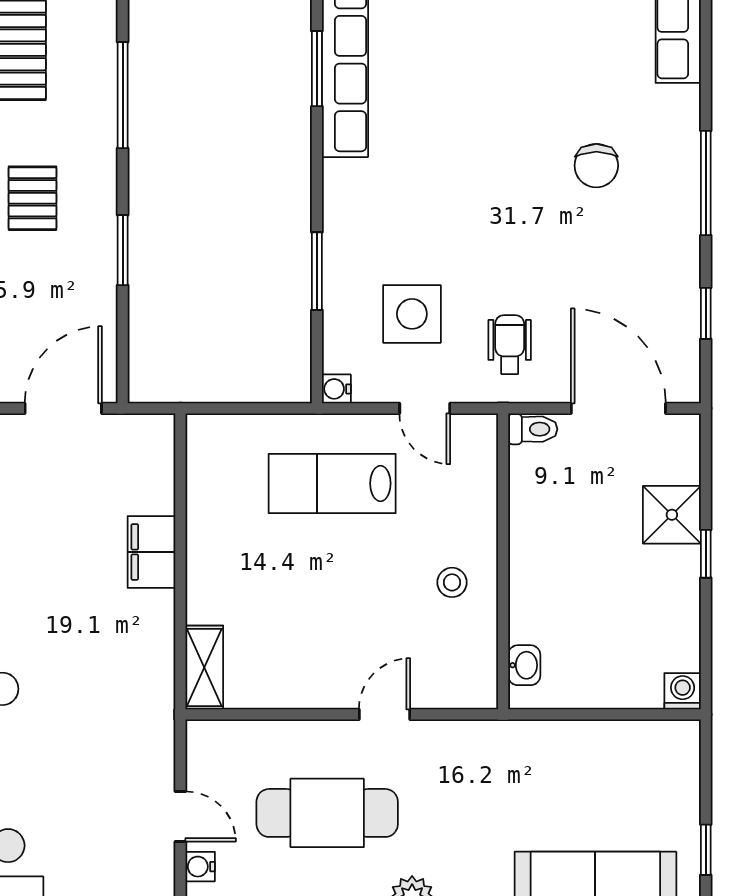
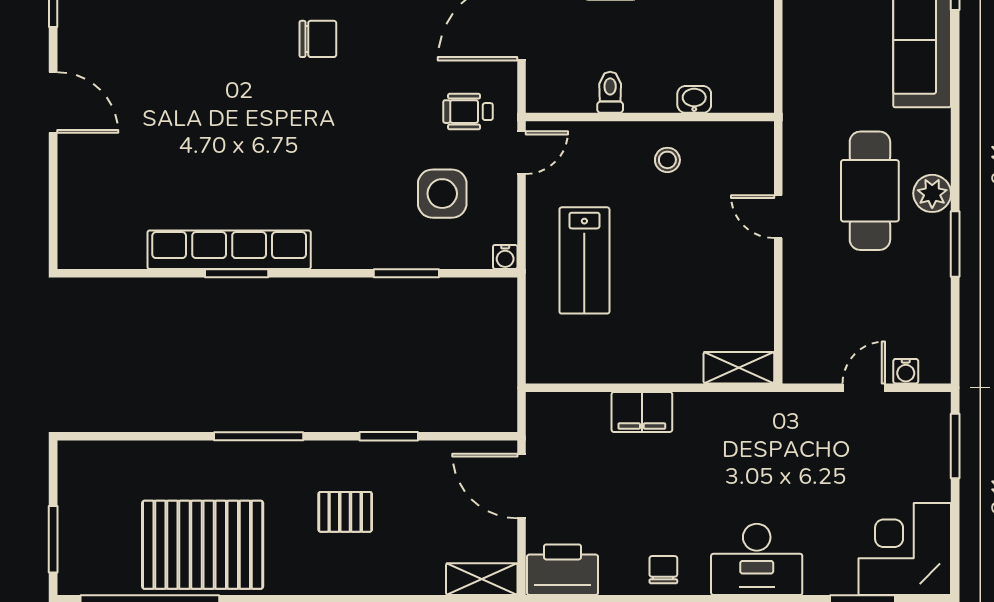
door: (425, 408) -> (521, 153), moved
toilet: (533, 429) -> (610, 92), moved
washbasin: (524, 665) -> (694, 99), moved
cafe table: (327, 813) -> (870, 191), moved

